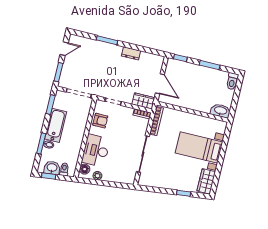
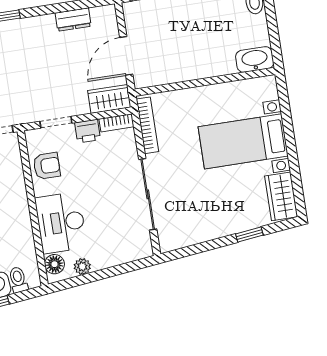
dresser: (131, 53) -> (73, 20), moved
door: (160, 84) -> (126, 56), swing flipped
printer: (127, 112) -> (88, 131), added

